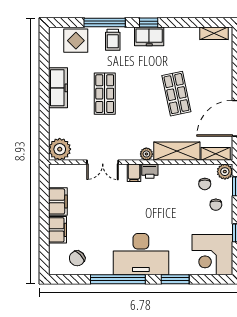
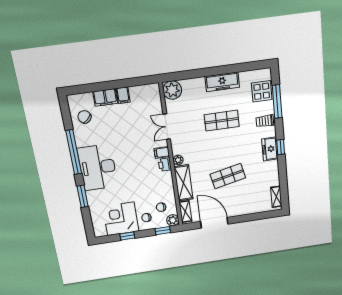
window: (105, 22) -> (277, 102), moved
filing cabinet: (58, 201) -> (123, 95), width x0.50
corner desk: (212, 255) -> (121, 219), moved

